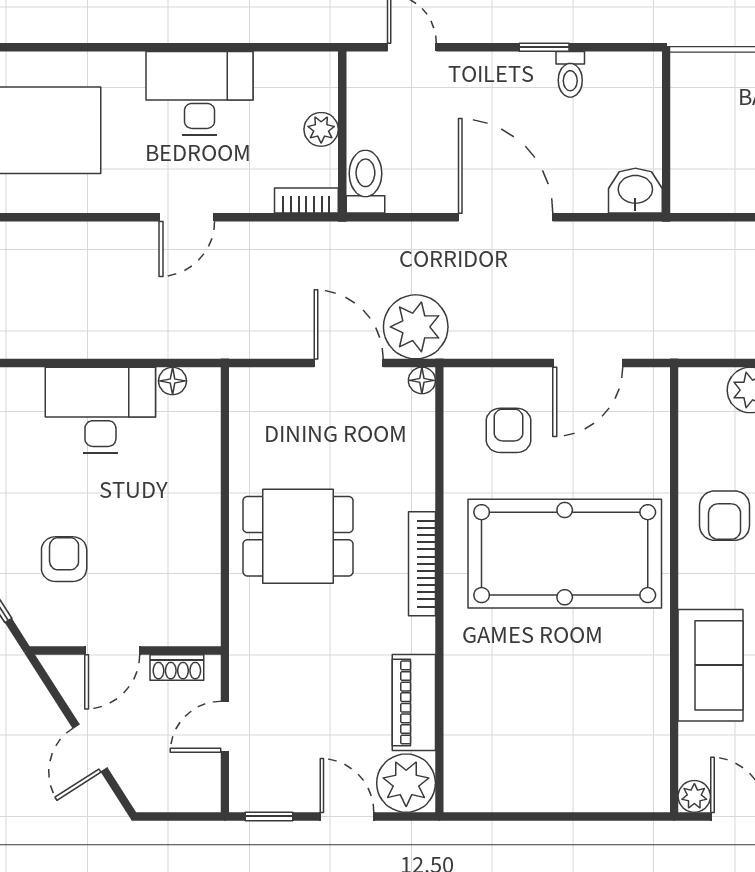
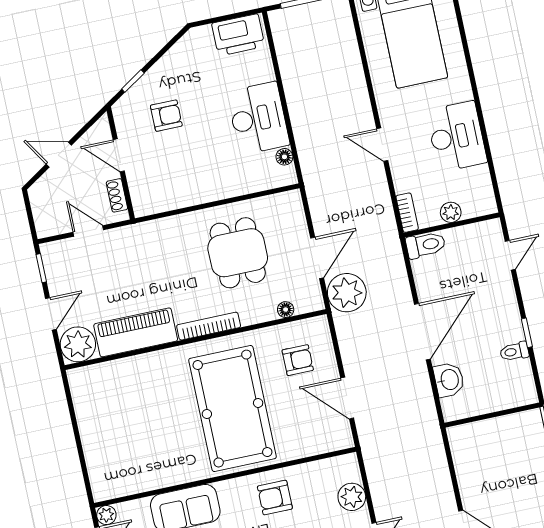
washbasin: (635, 191) -> (449, 380), moved
floor lamp: (422, 380) -> (286, 310), moved
dining table: (298, 536) -> (238, 253), moved
piano: (414, 702) -> (136, 332), width x1.37, depth x1.33

